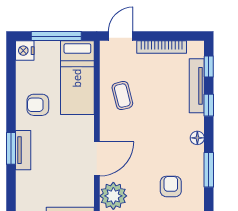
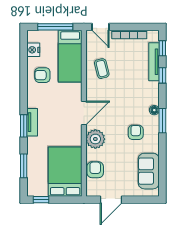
door: (121, 36) -> (101, 27), swing flipped
nightstand: (25, 51) -> (33, 50), moved
floor lamp: (197, 138) -> (154, 110), moved
window: (11, 148) -> (24, 126), moved
tv unit: (23, 150) -> (32, 122), moved

